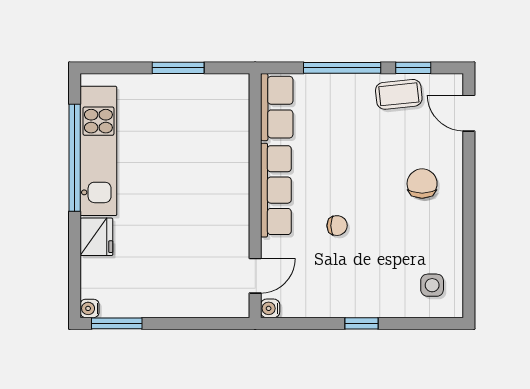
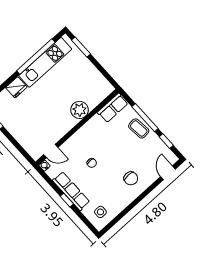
window: (178, 68) -> (81, 47), moved
coffee table: (399, 94) -> (139, 128), moved
plant: (230, 166) -> (80, 110), added
chair: (422, 184) -> (131, 178), turned 90
row of seats: (276, 190) -> (71, 191), moved, turned -90

